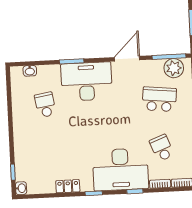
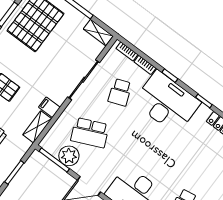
plant: (174, 68) -> (69, 156), moved
school desk: (159, 99) -> (90, 133), turned -30

